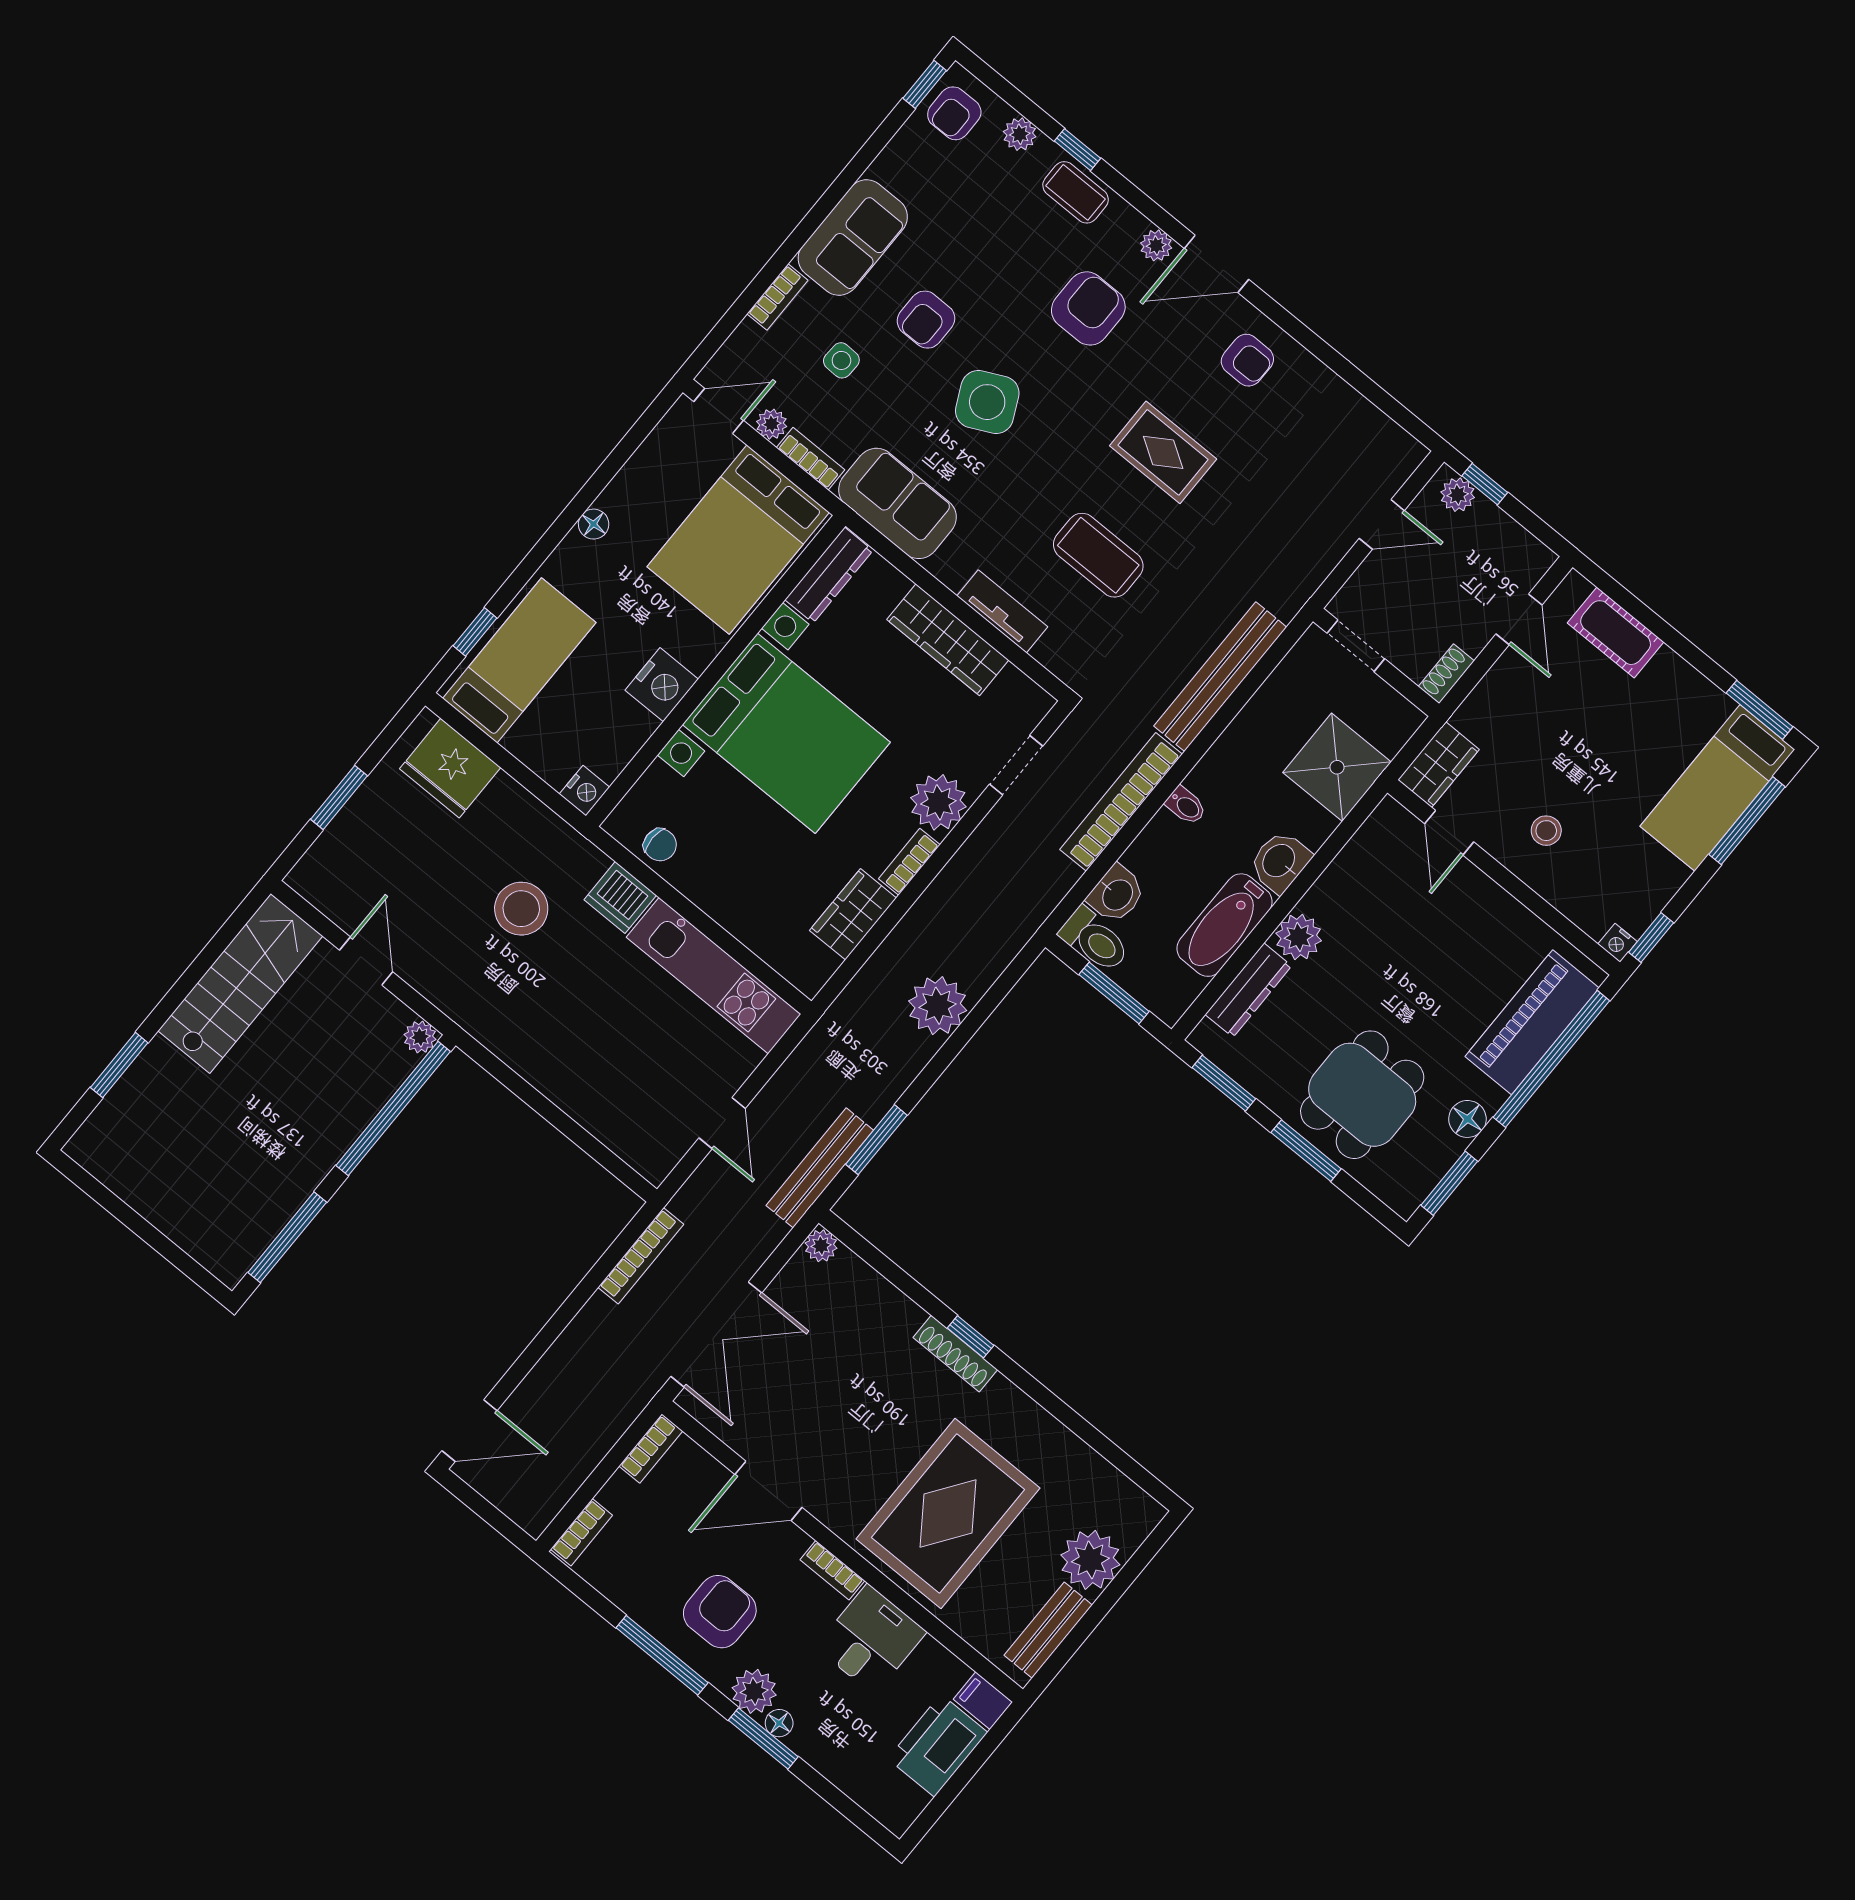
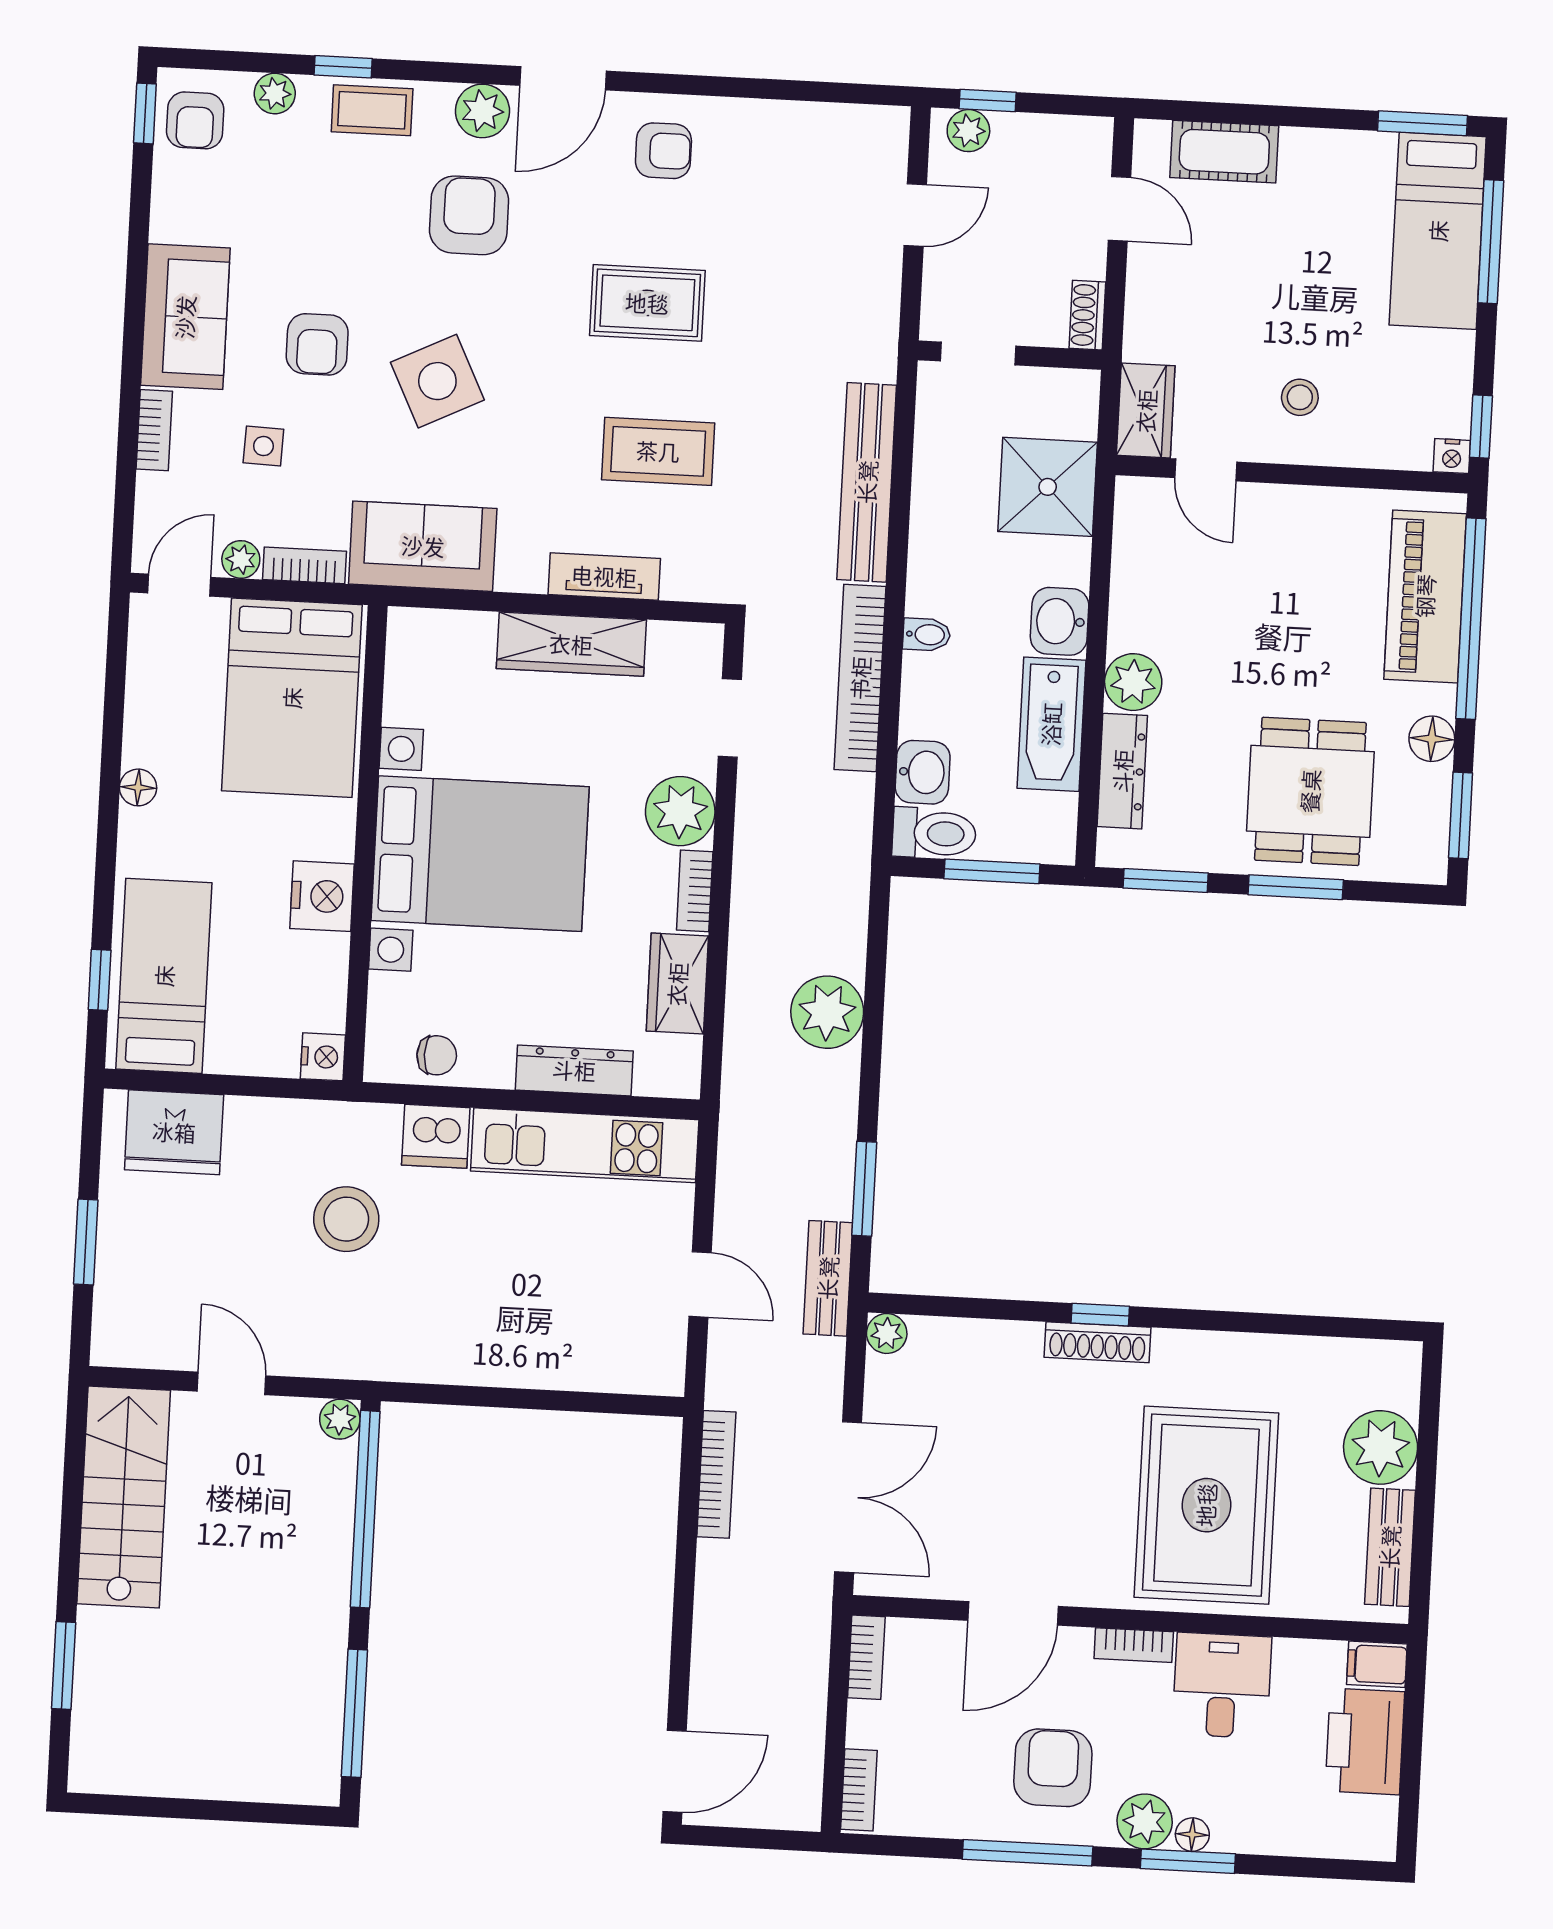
plant: (1156, 245) -> (482, 111), width x1.38, depth x1.38
dresser: (829, 575) -> (574, 1070), moved, turned -90
bench: (820, 1168) -> (828, 1278), width x0.73

